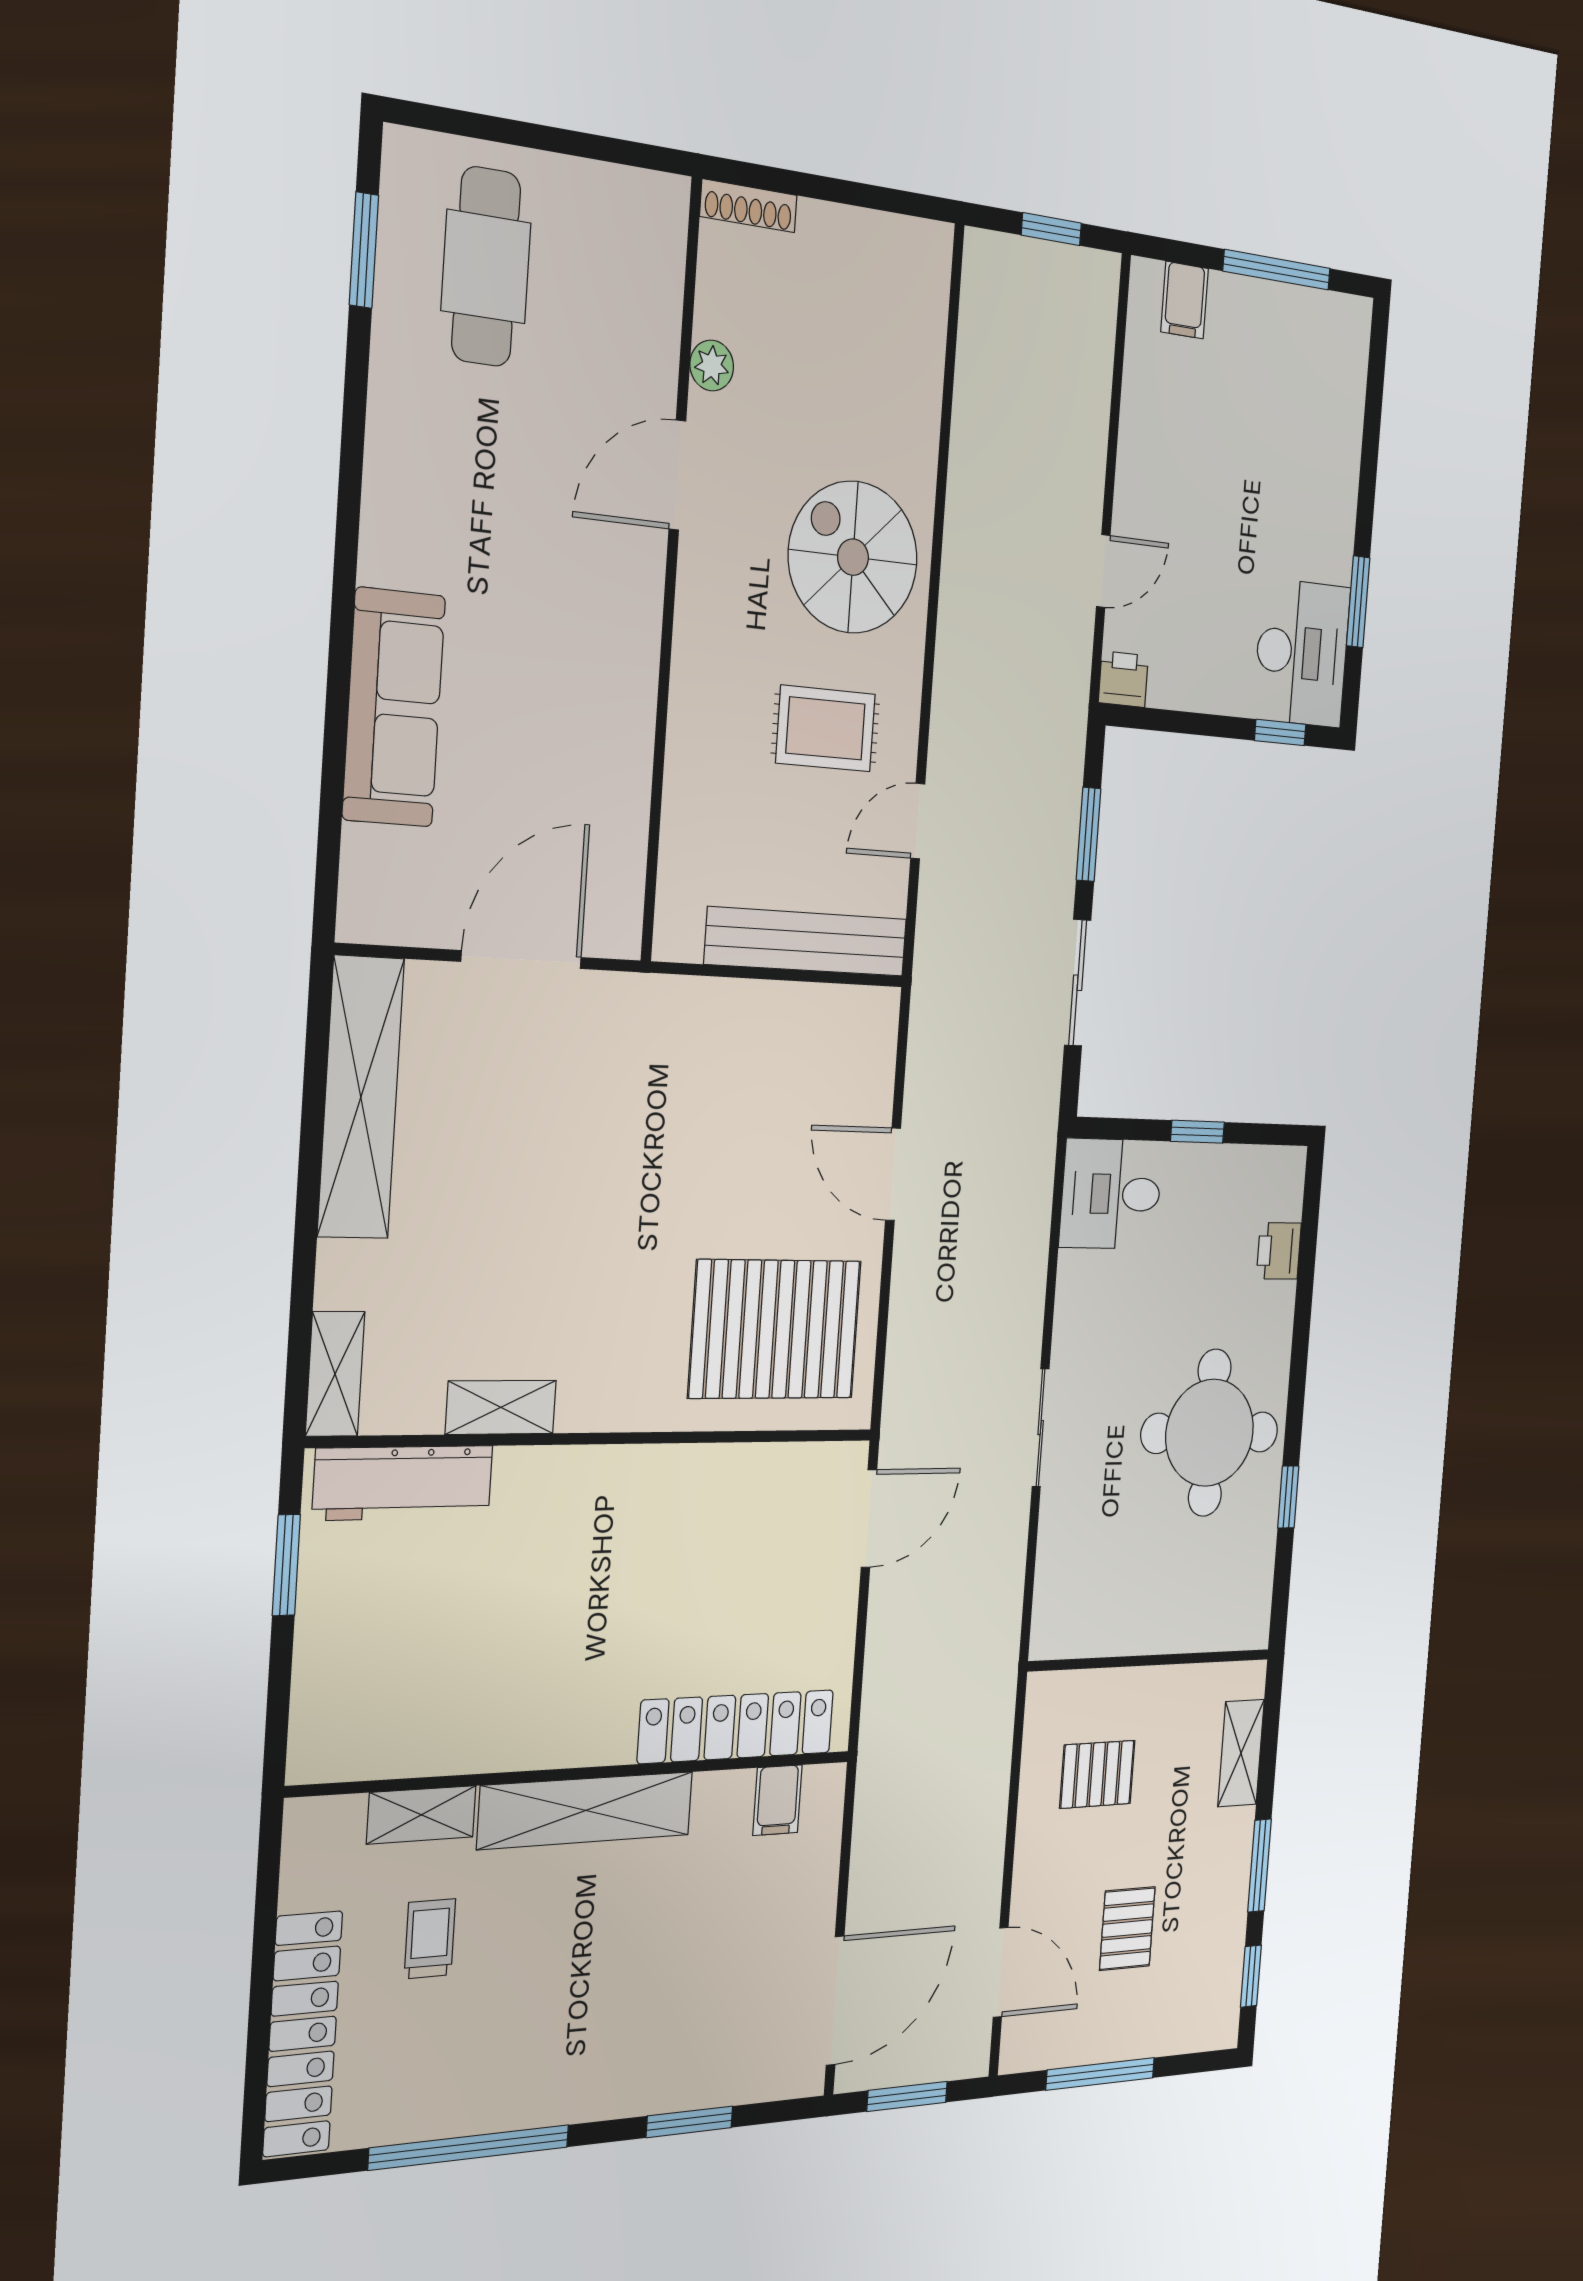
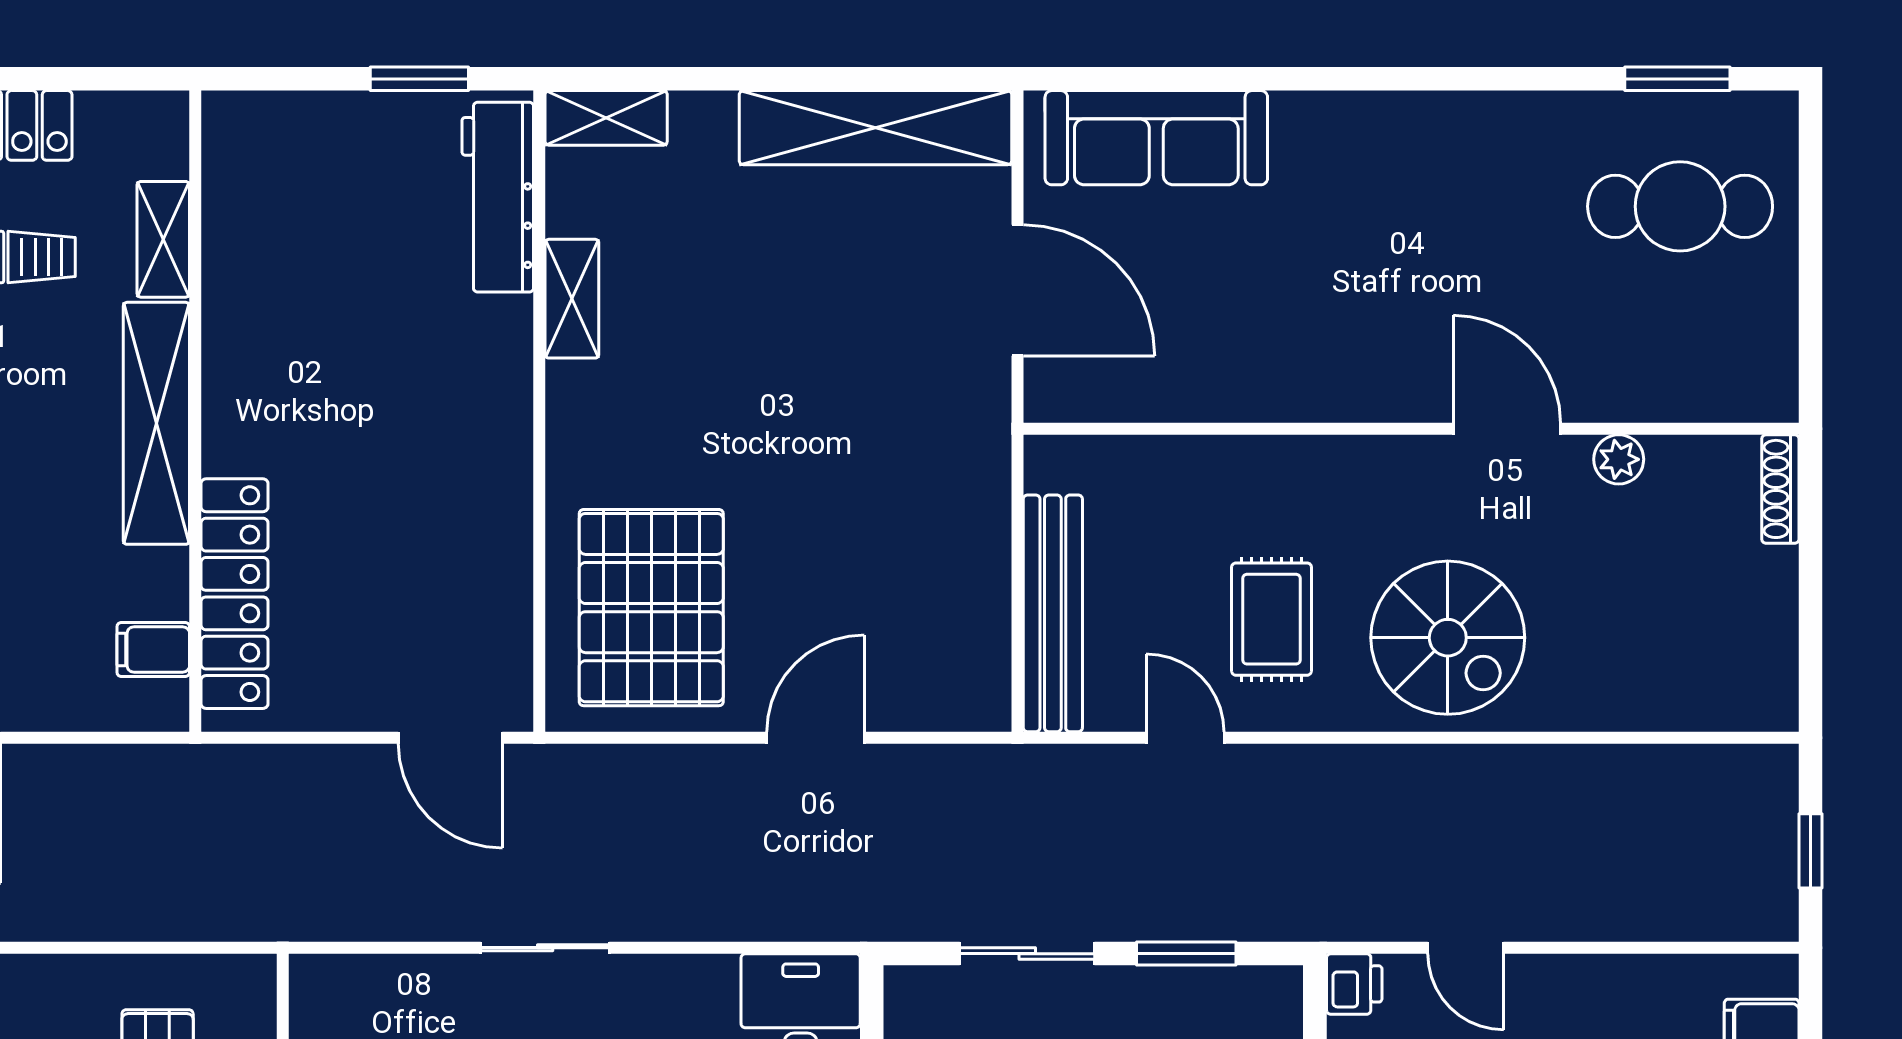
spiral stairs: (853, 557) -> (1448, 638), turned 90
sofa: (394, 708) -> (1156, 138), moved

